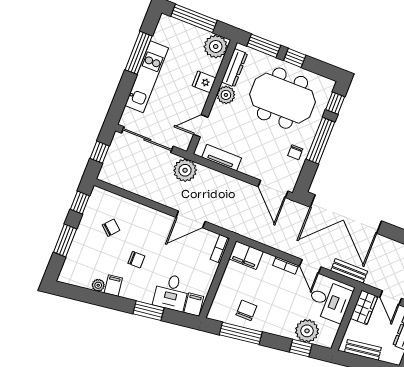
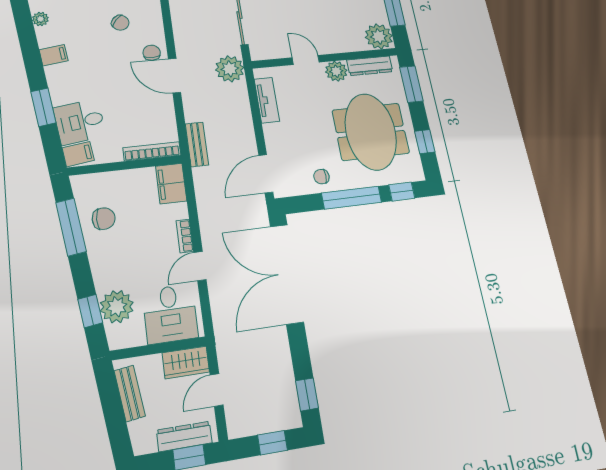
window: (295, 58) -> (425, 142), moved
fridge: (204, 82) -> (336, 43), removed
door: (201, 126) -> (306, 60), moved
door: (191, 219) -> (174, 76), moved
bookcase: (220, 249) -> (152, 151), width x1.56
chair: (136, 260) -> (152, 53), moved, turned 180
bench: (349, 271) -> (197, 144), moved
plant: (98, 285) -> (40, 19), moved

